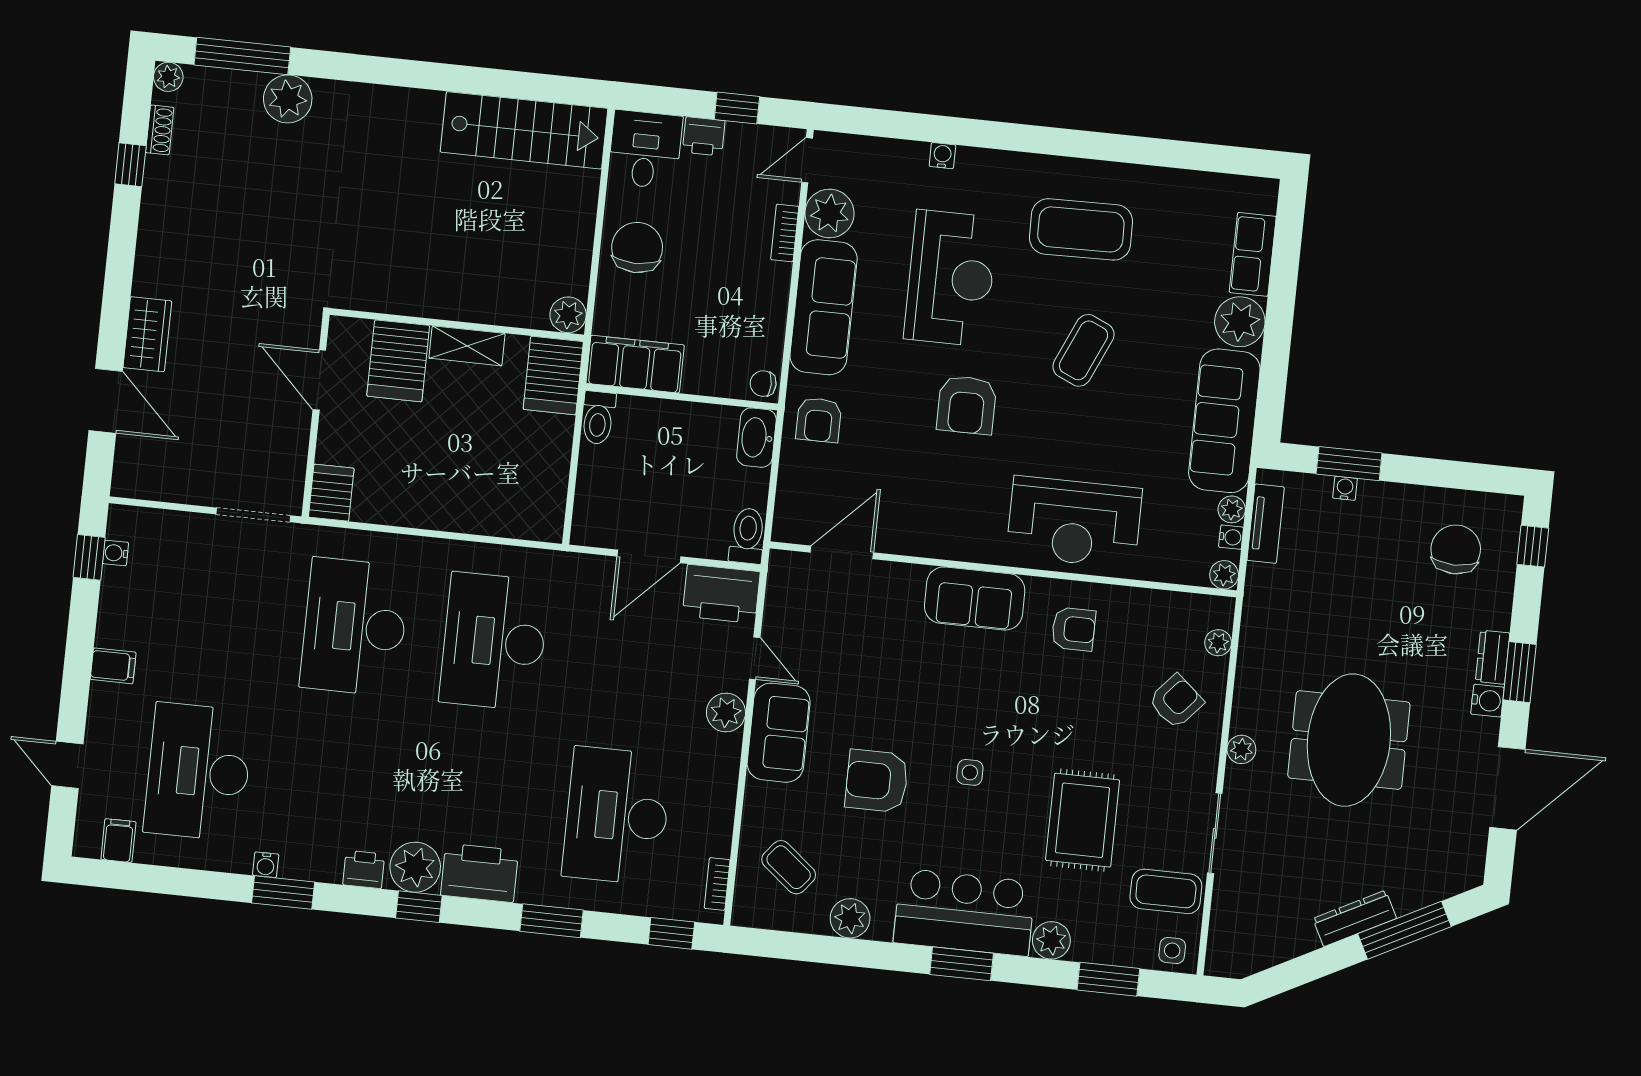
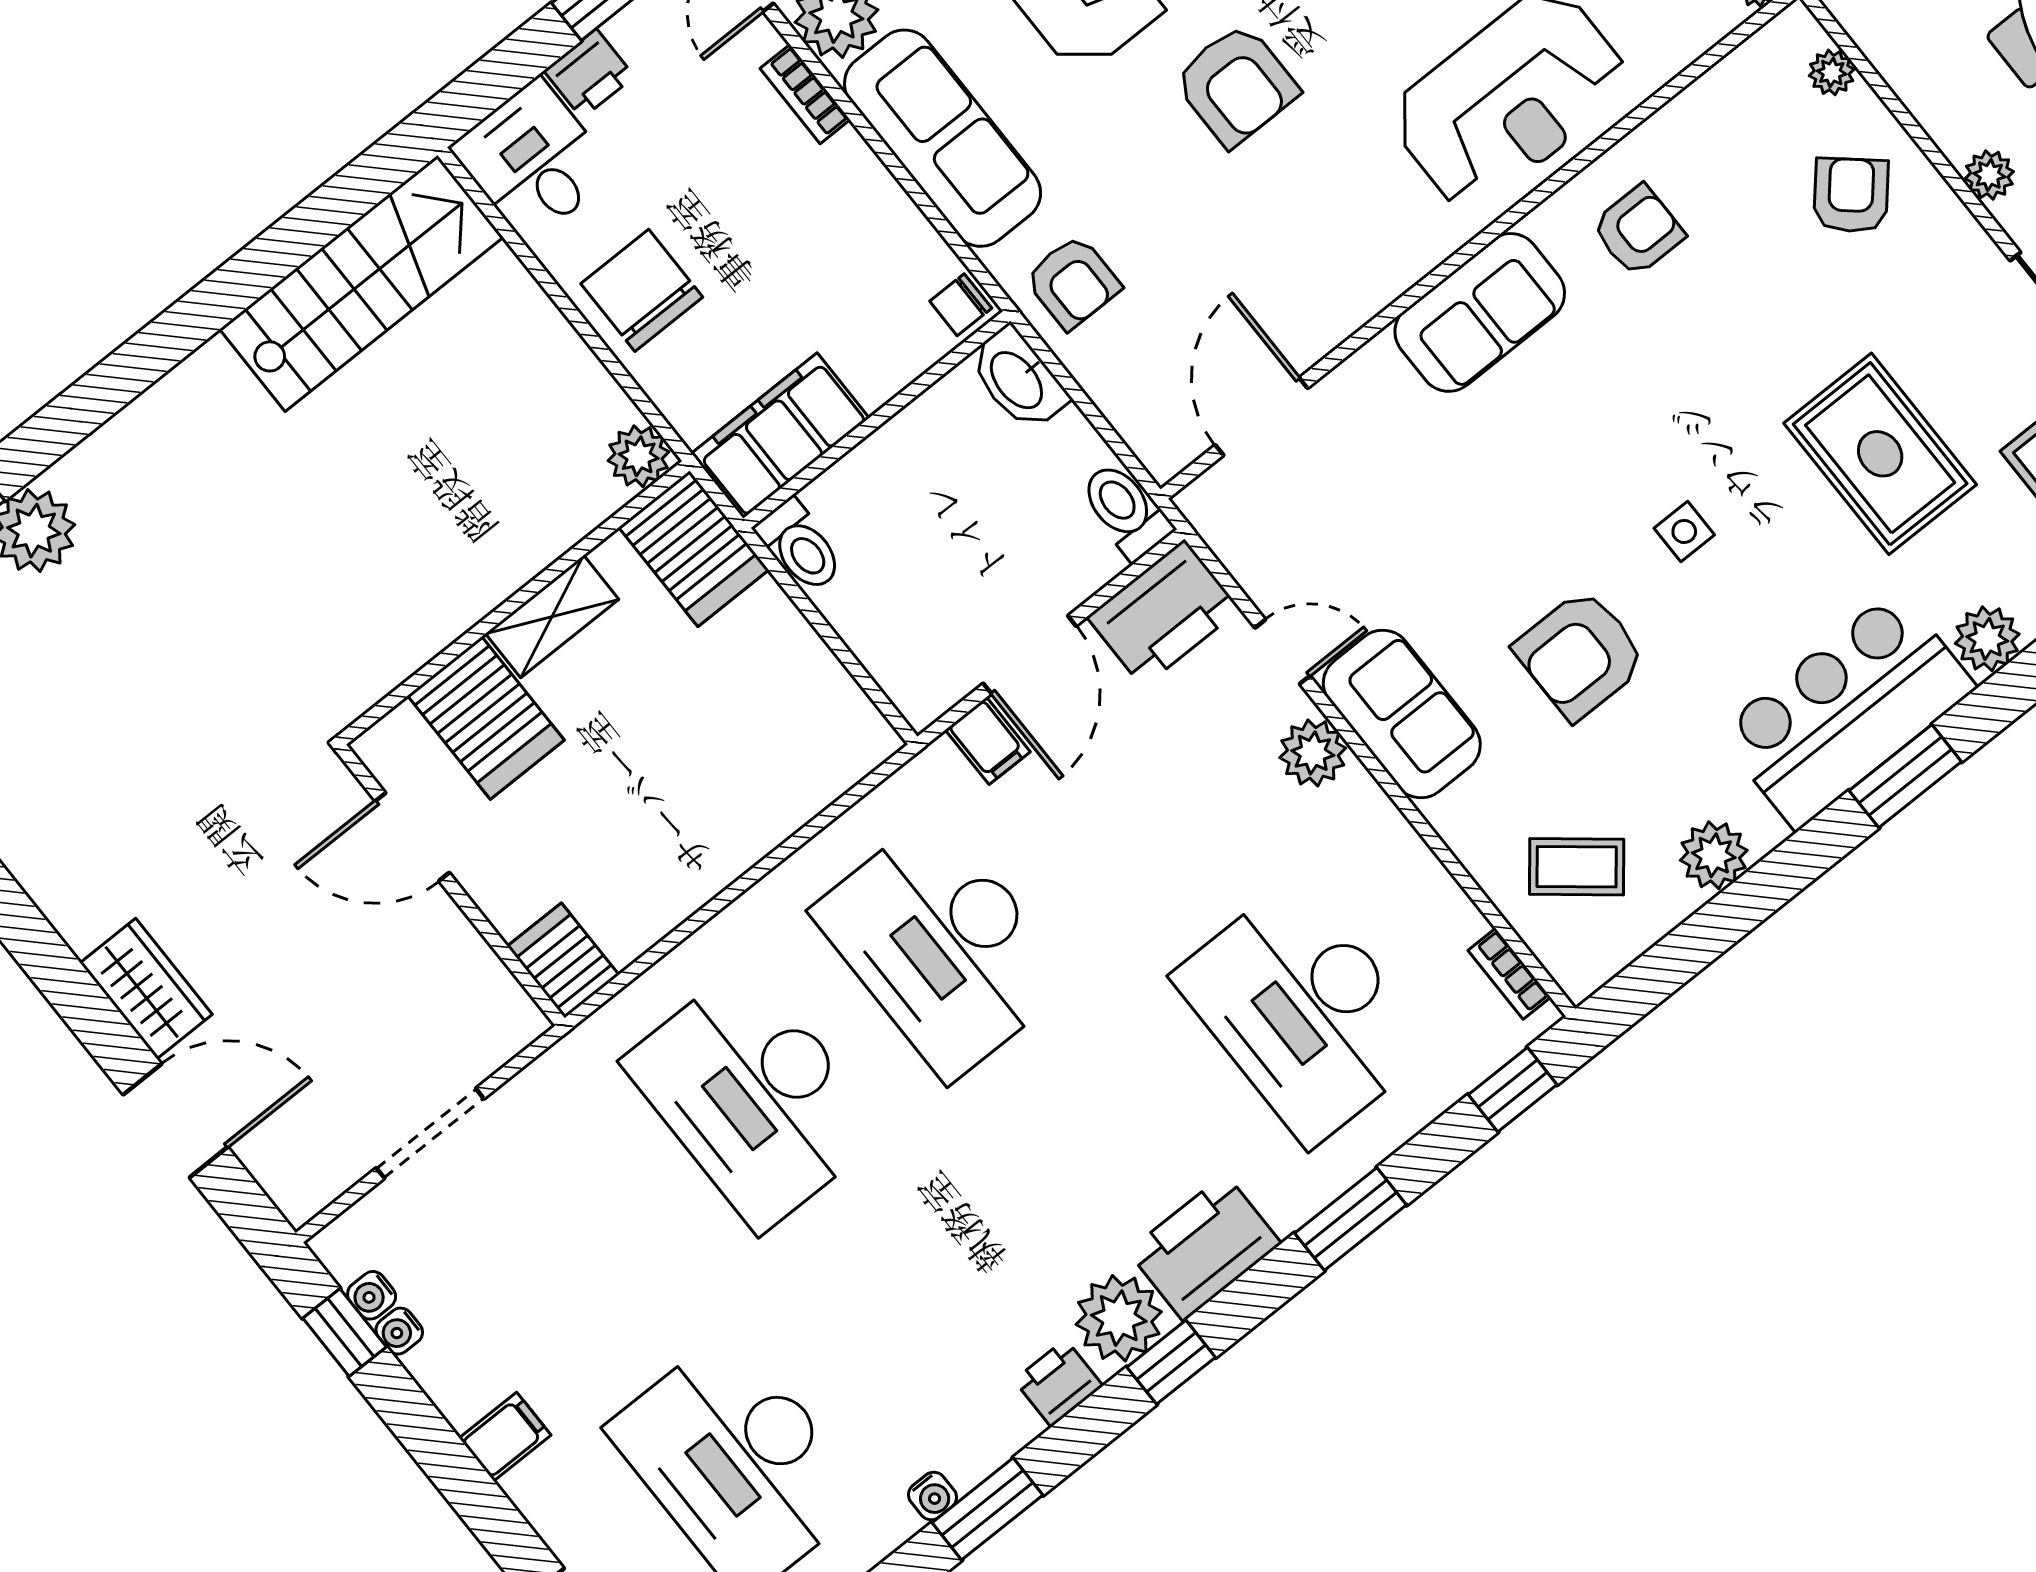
doorway: (253, 515) -> (430, 1133), moved
filing cabinet: (596, 575) -> (988, 741), added
water cooler: (112, 579) -> (399, 1331), added

